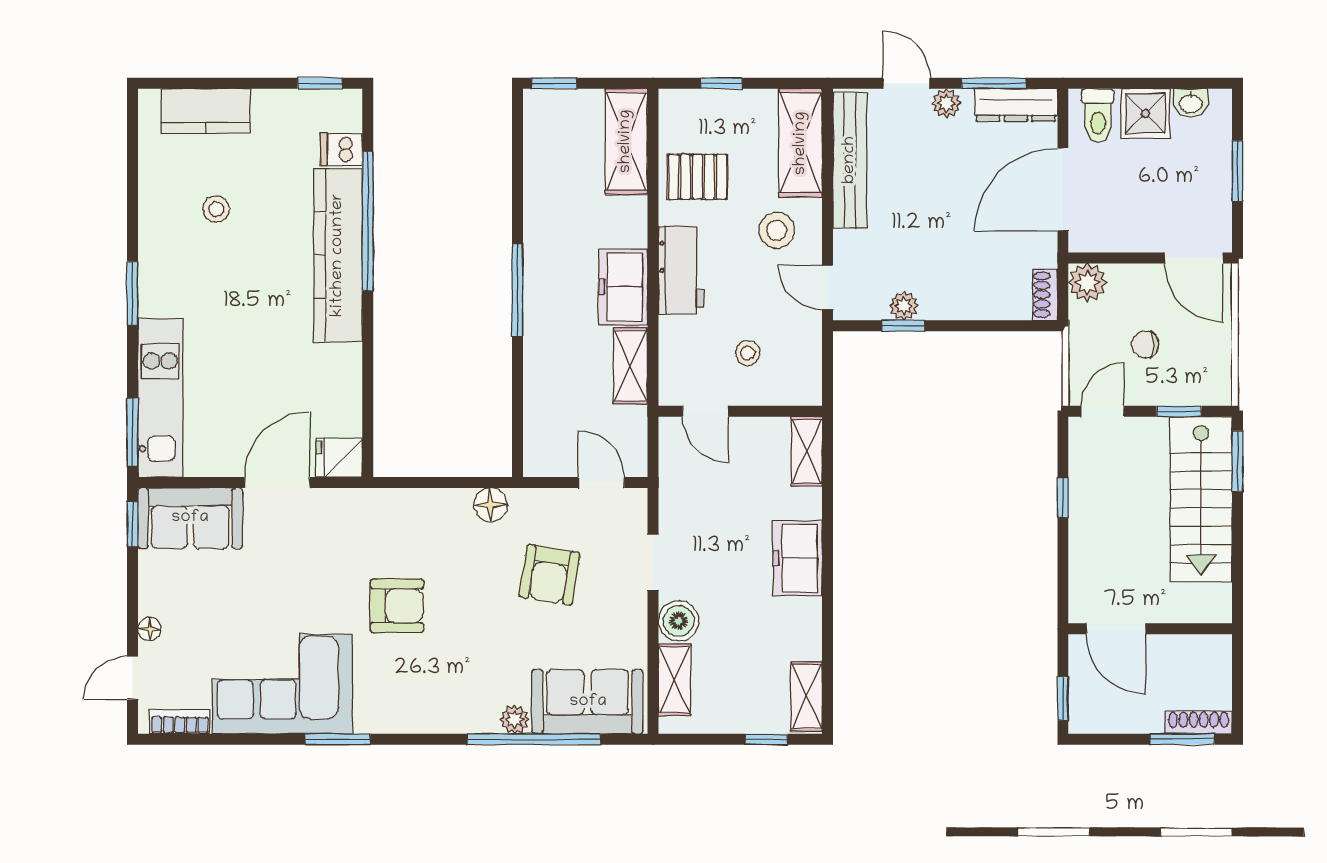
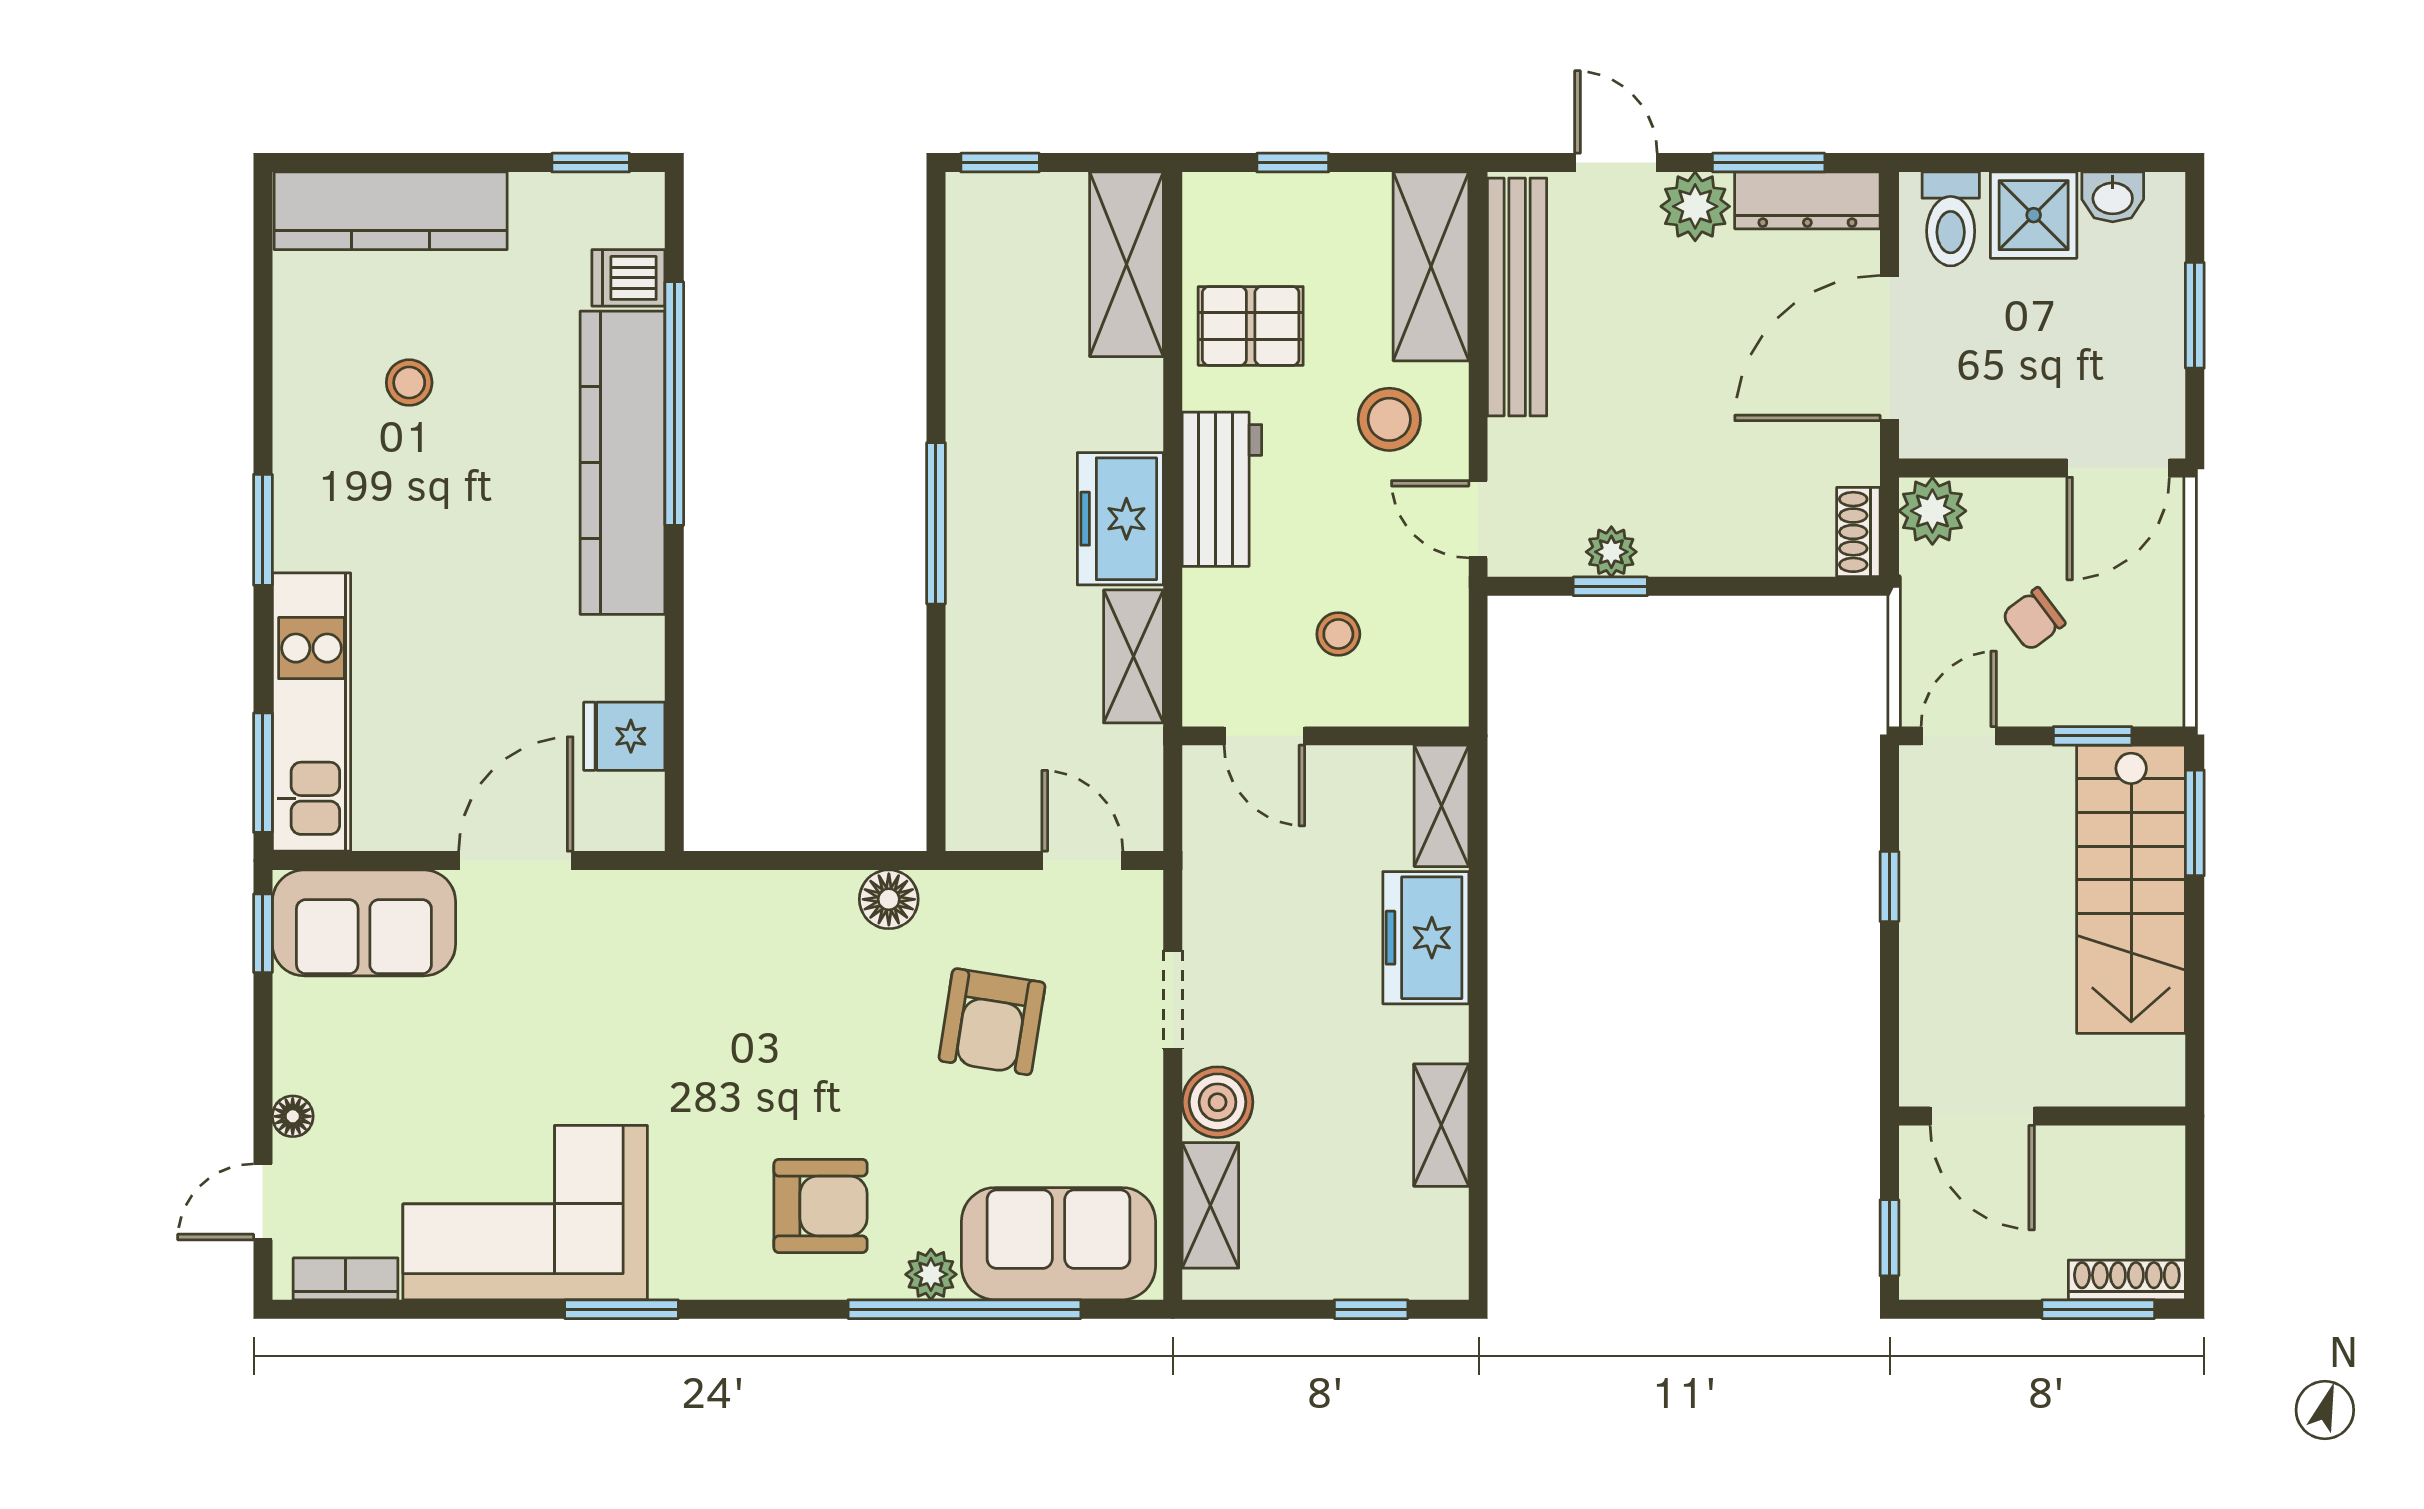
plant: (946, 103) -> (1695, 206), width x1.38, depth x1.38
kitchen counter: (205, 111) -> (391, 211), width x1.50
door: (1194, 258) -> (2118, 468), hinge flipped
chair: (1145, 344) -> (2033, 619), turned -37
fridge: (339, 458) -> (624, 736), moved
freezer: (798, 558) -> (1426, 938), moved
armchair: (397, 606) -> (821, 1206), moved
shelving: (806, 696) -> (1441, 1125), moved

